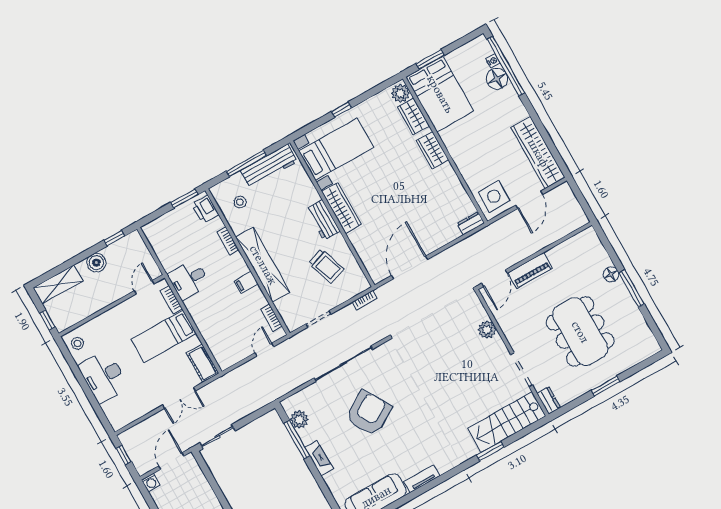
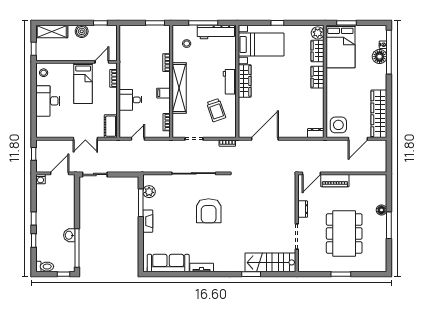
printer: (205, 209) -> (164, 36), removed
desk: (189, 280) -> (131, 100), moved
plant: (487, 330) -> (290, 201), removed
bed: (164, 336) -> (83, 83), moved, turned -90
door: (264, 350) -> (138, 139), moved
dresser: (549, 400) -> (303, 209), moved
armchair: (369, 413) -> (209, 211), moved, turned 121

